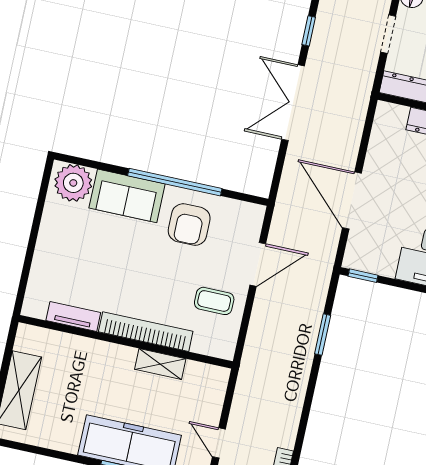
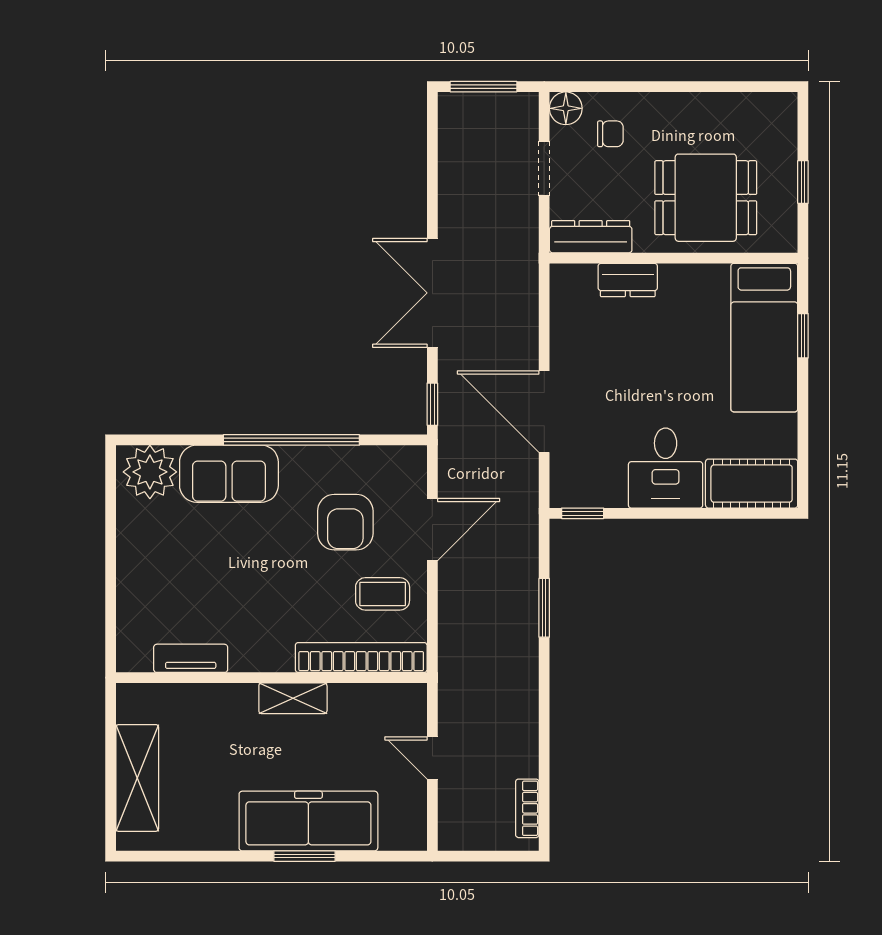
window: (309, 31) -> (432, 404), moved
armchair: (189, 225) -> (345, 522), moved
bookcase: (146, 332) -> (361, 658), moved
shelving: (160, 364) -> (293, 698), moved
door: (219, 443) -> (432, 758), moved

